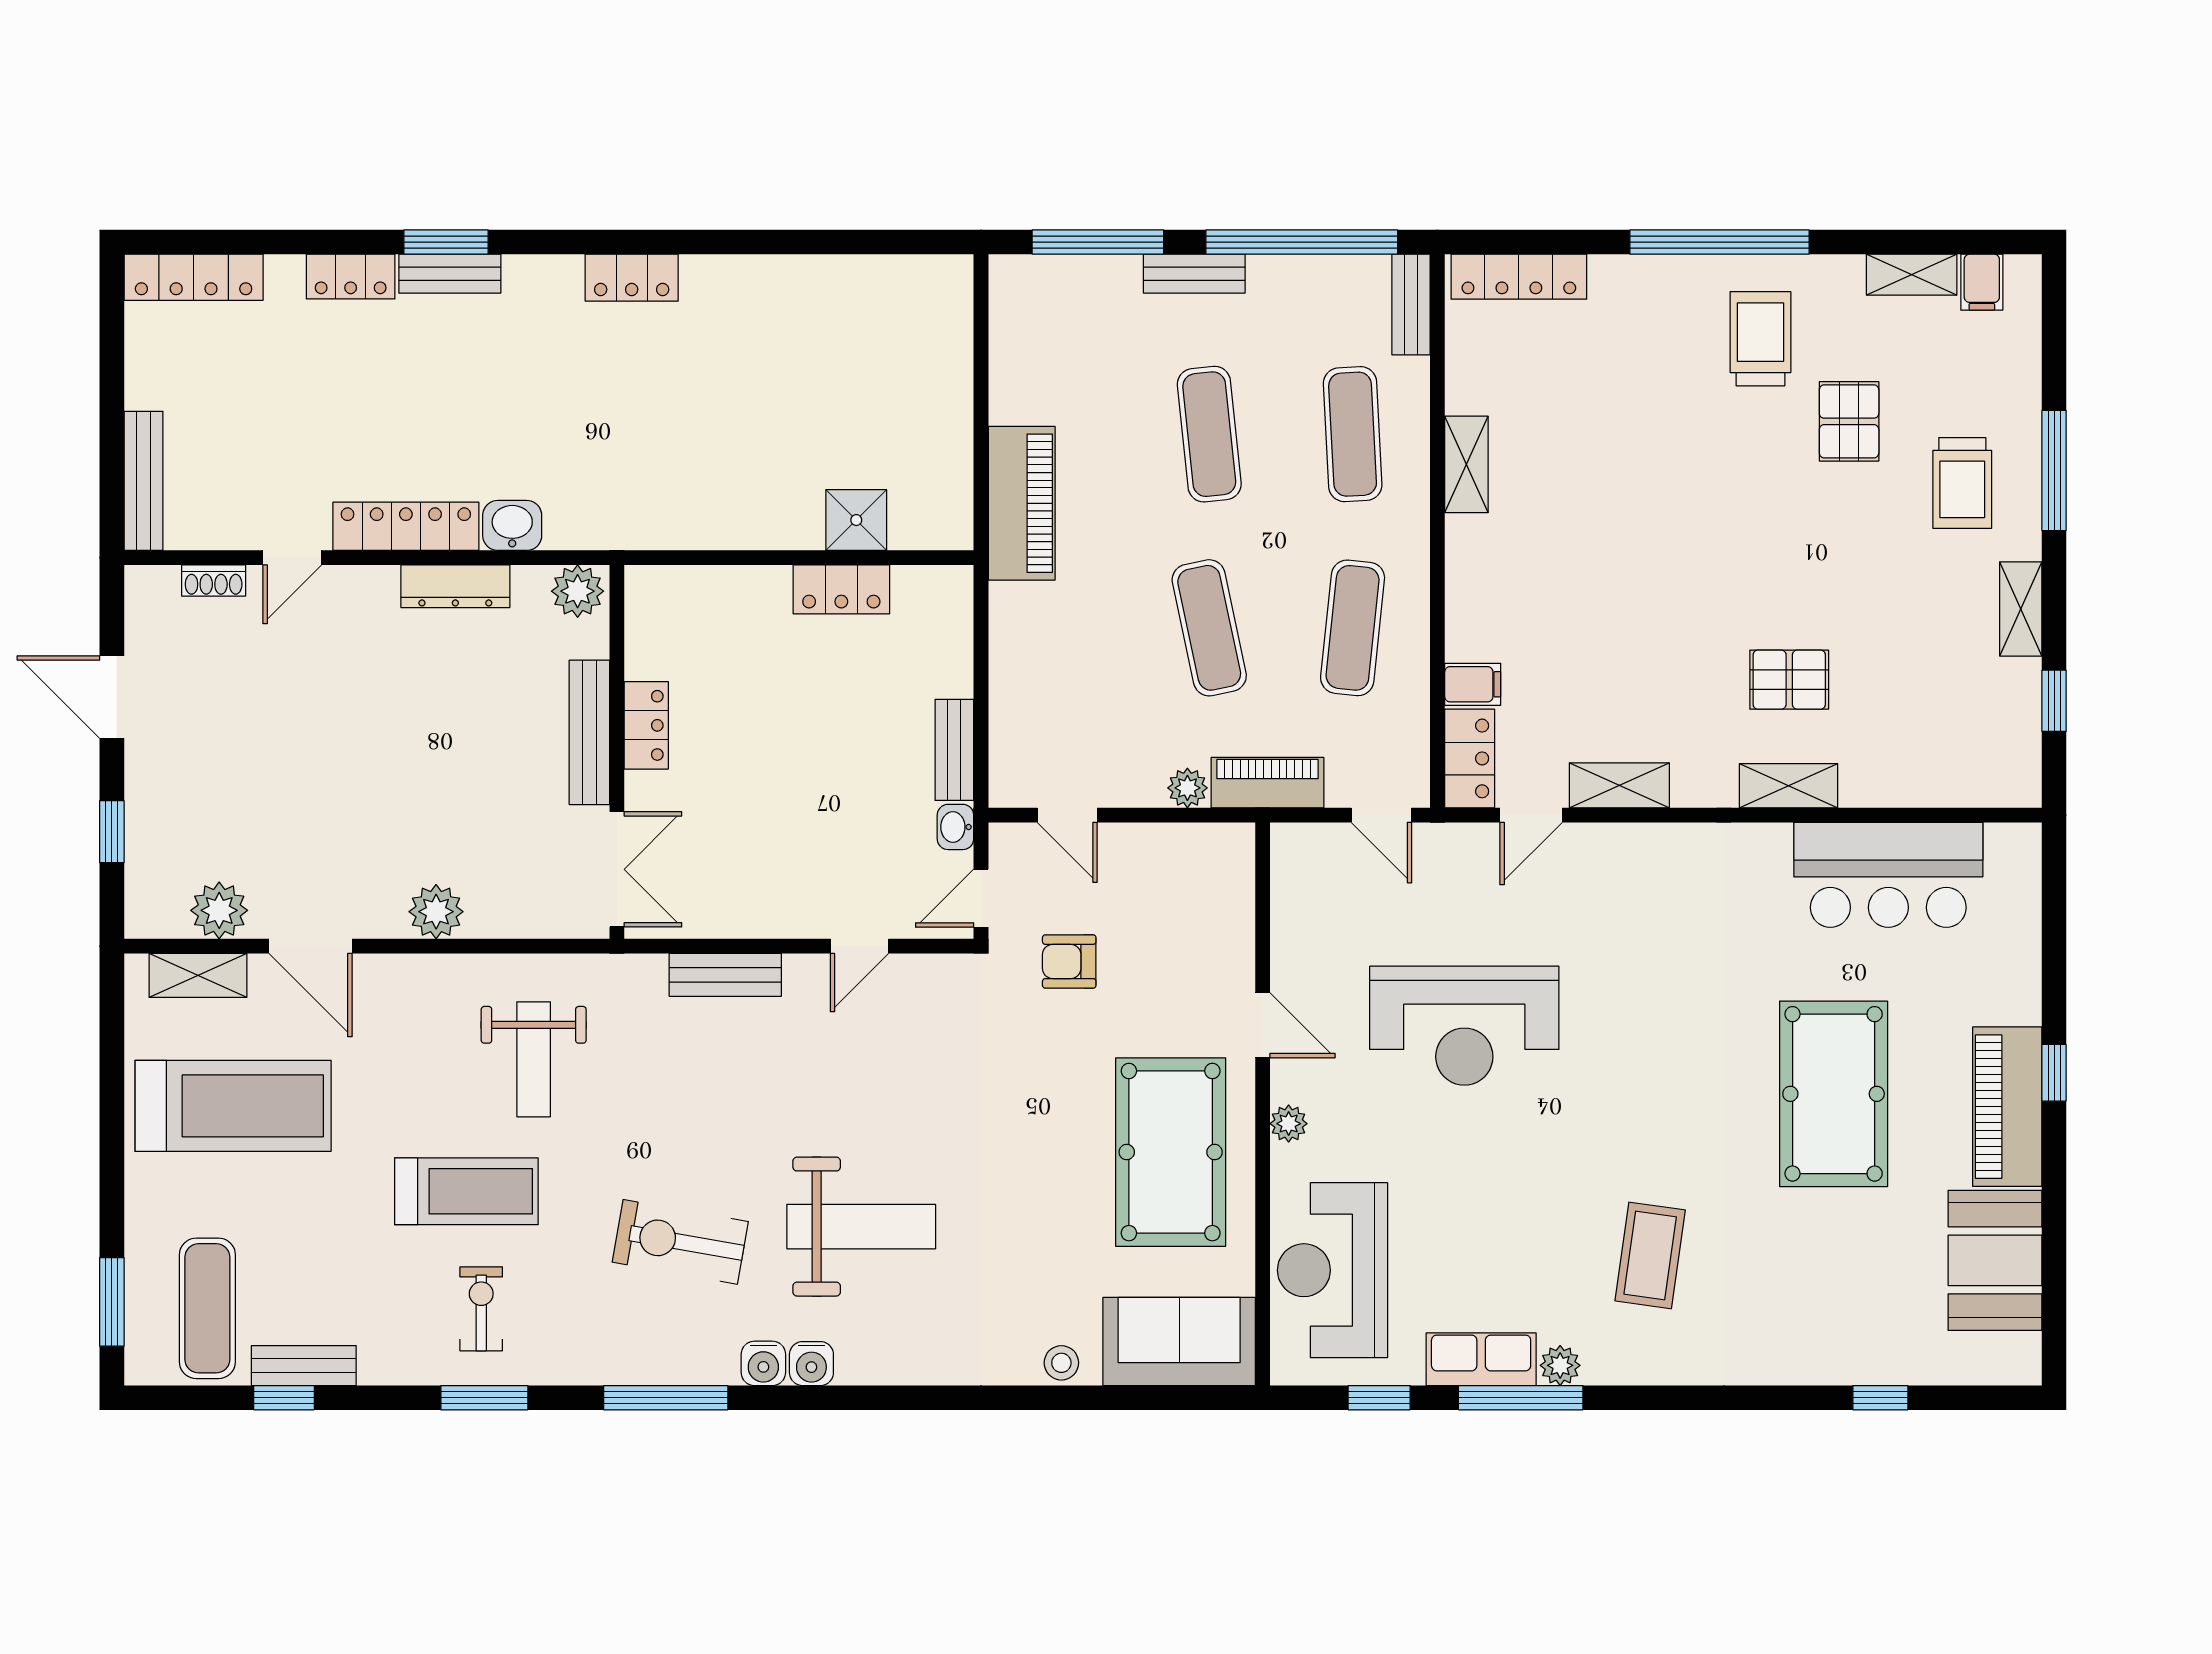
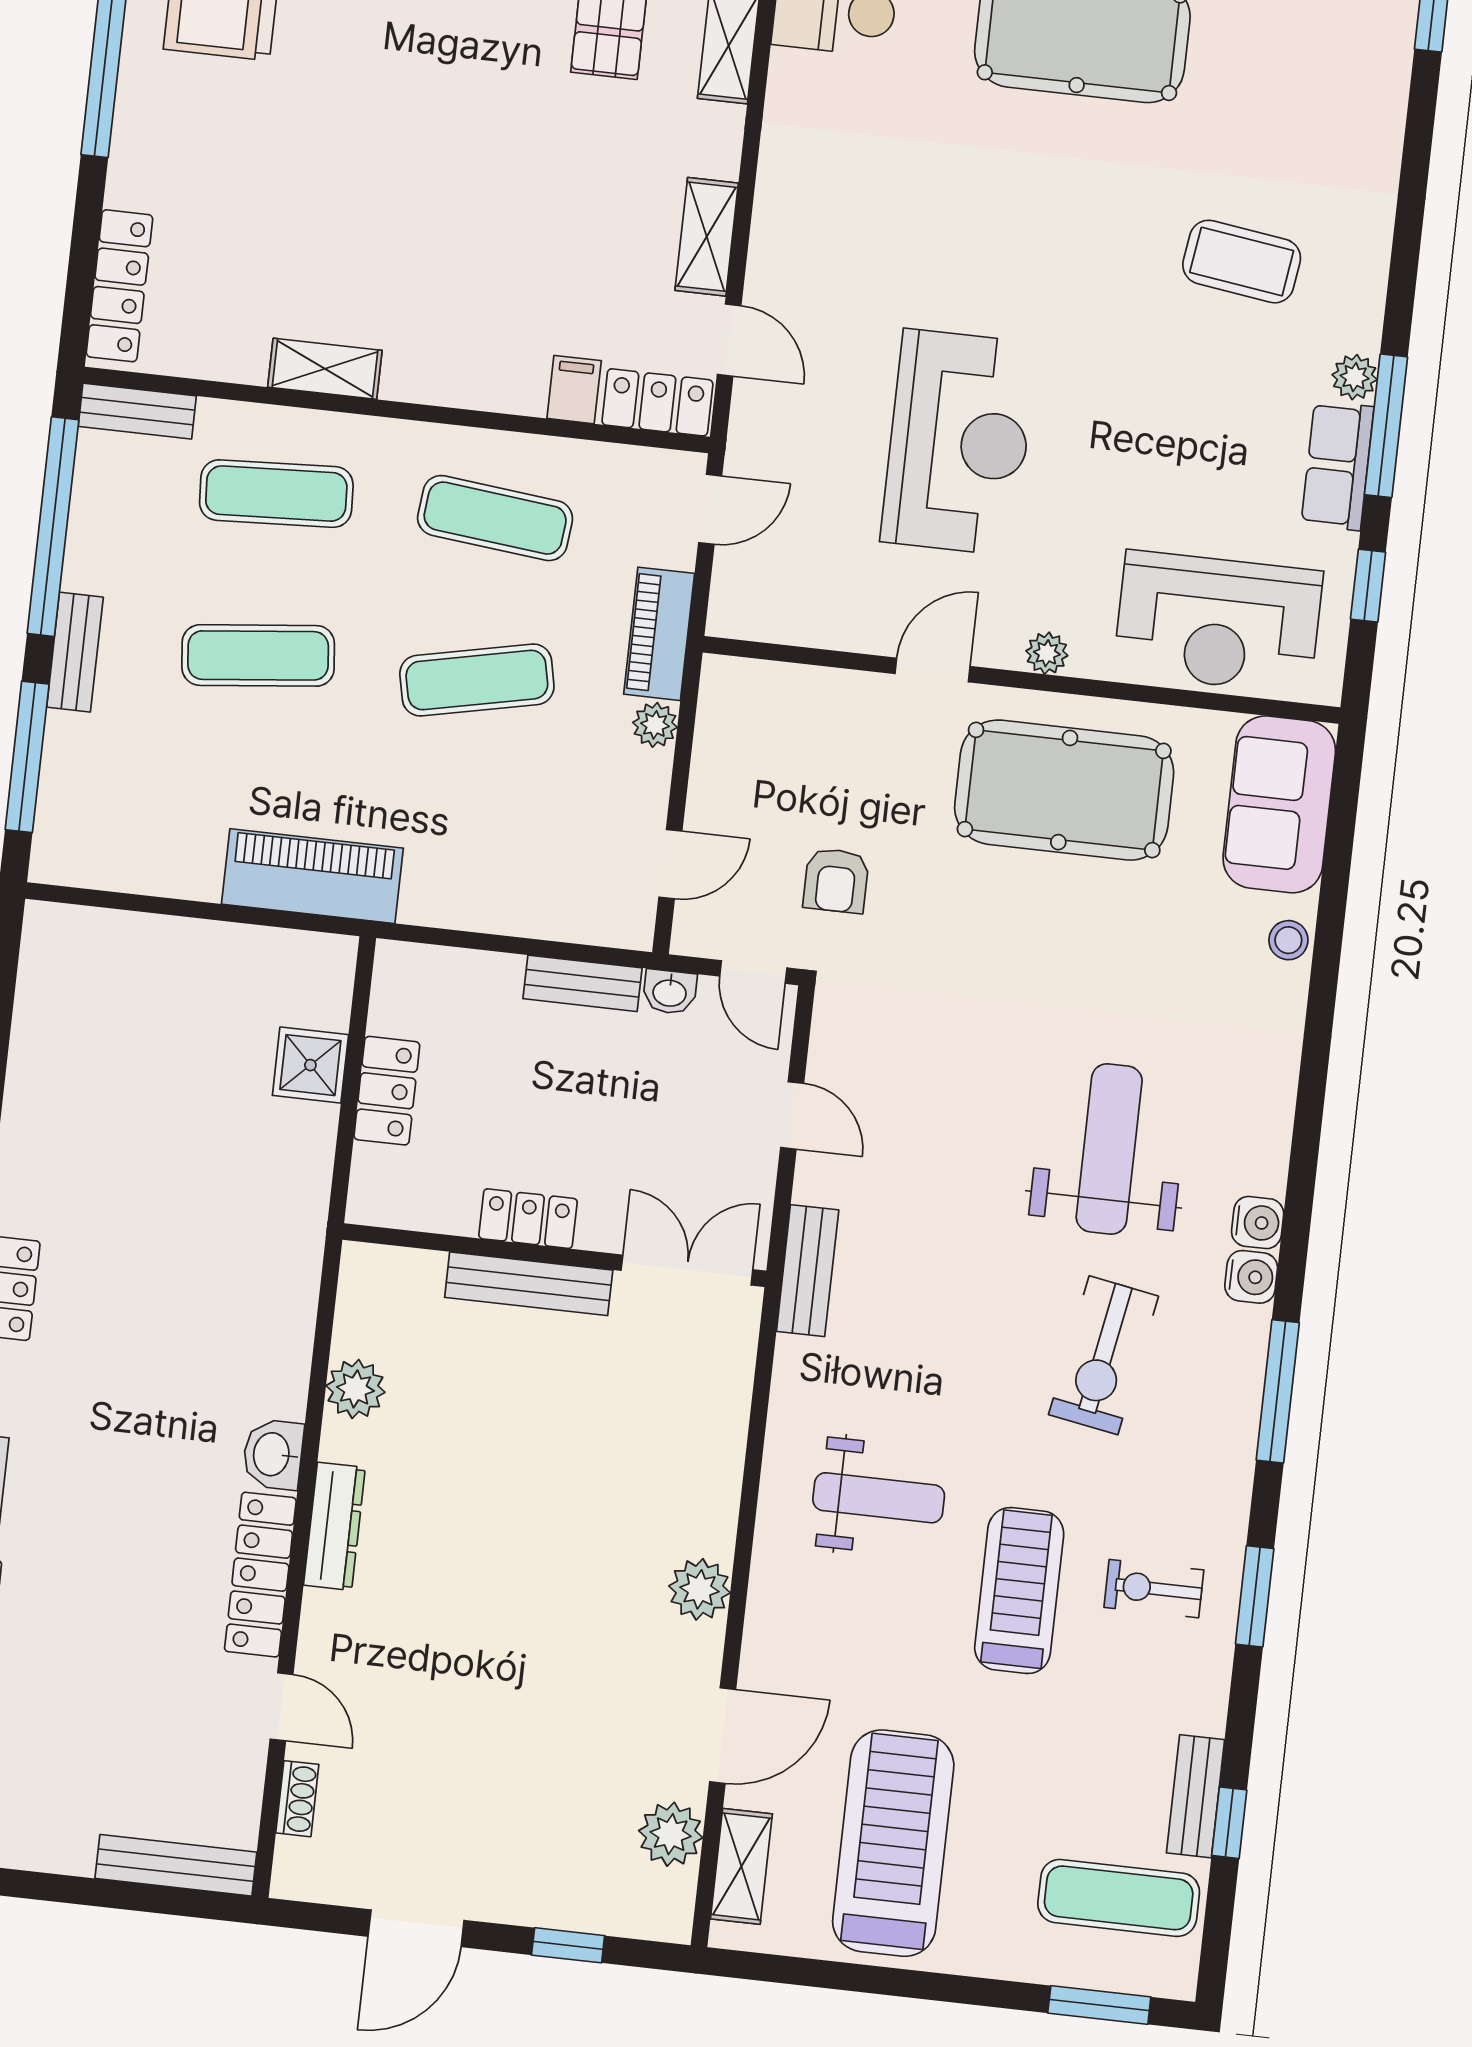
locker: (646, 725) -> (528, 1219), moved
bench: (589, 732) -> (529, 1284), moved
wall: (617, 752) -> (554, 1255), moved
double door: (617, 869) -> (687, 1270), moved

